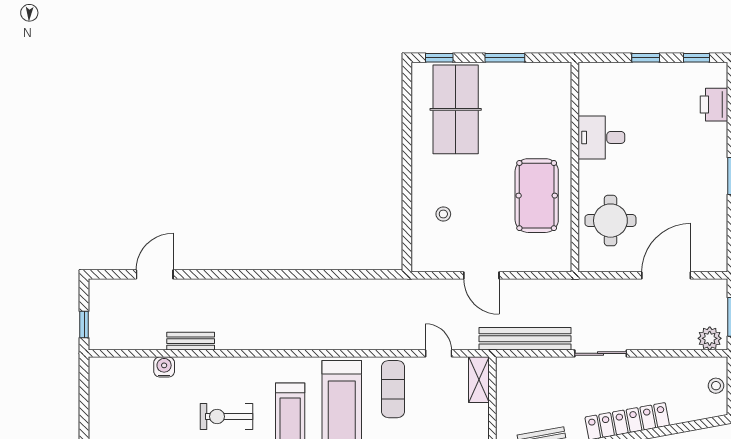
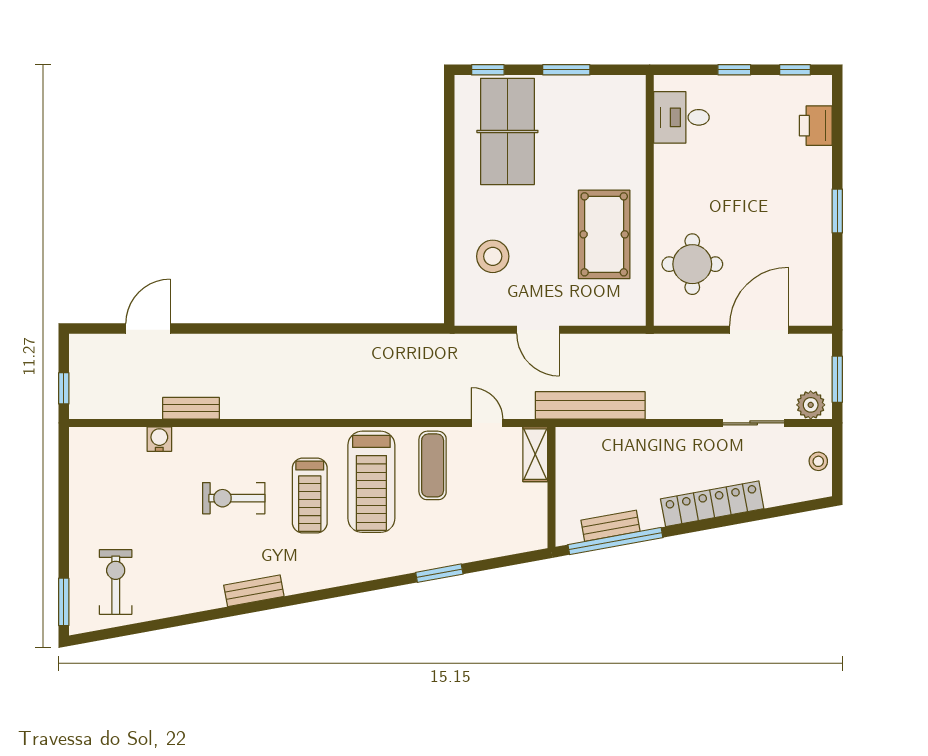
desk: (601, 137) -> (681, 117), moved
stool: (443, 214) -> (493, 256), width x1.89, depth x1.89
sliding door: (601, 353) -> (754, 423), moved

